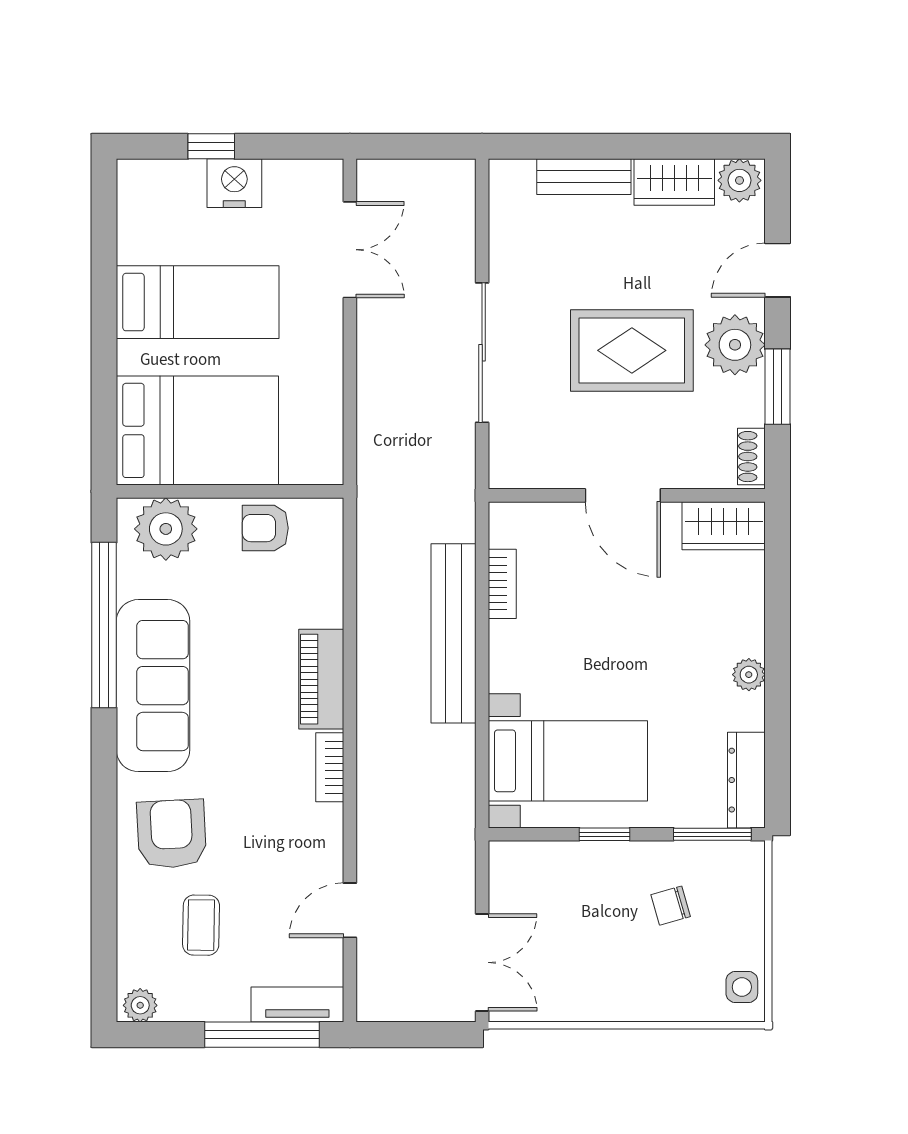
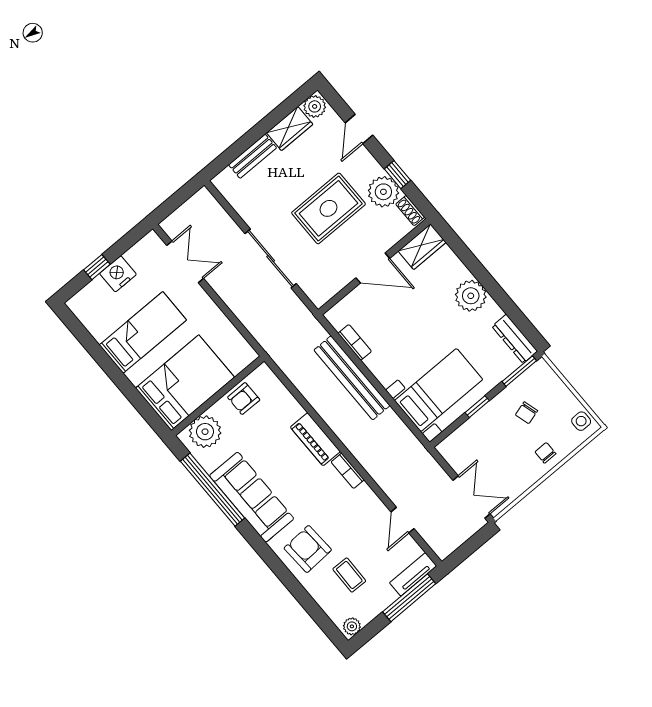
plant: (735, 345) -> (383, 192), moved
window: (777, 387) -> (397, 175), width x0.67
plant: (749, 675) -> (471, 296), width x1.87, depth x1.87
chair: (648, 989) -> (545, 453), added

